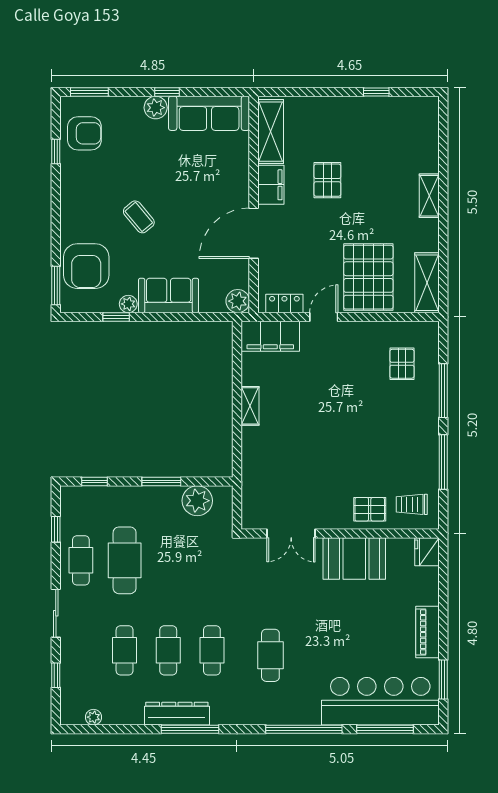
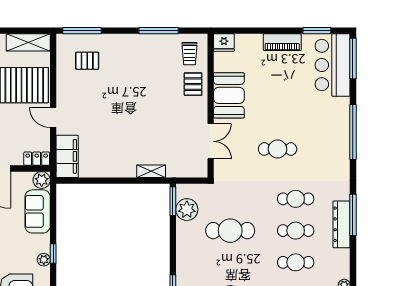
sofa: (169, 295) -> (38, 211), moved
locker: (284, 303) -> (37, 159), moved, turned 90
window: (116, 317) -> (53, 253), moved
window: (443, 391) -> (82, 31), moved
shelving: (250, 406) -> (151, 171), moved
window: (161, 481) -> (173, 201), moved
cafe table: (125, 560) -> (230, 231), moved
cafe table: (270, 655) -> (278, 149), moved
bar counter: (380, 701) -> (333, 65), width x0.73
window: (385, 729) -> (353, 58), moved

